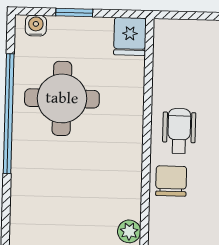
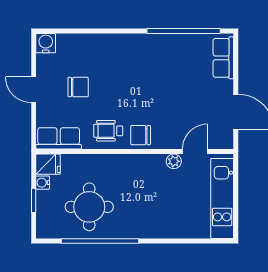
water cooler: (36, 26) -> (43, 183), moved
row of seats: (169, 54) -> (59, 138), added

